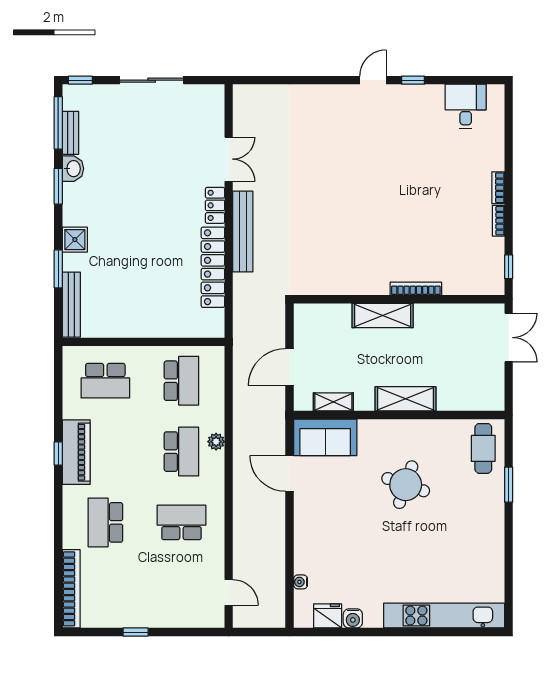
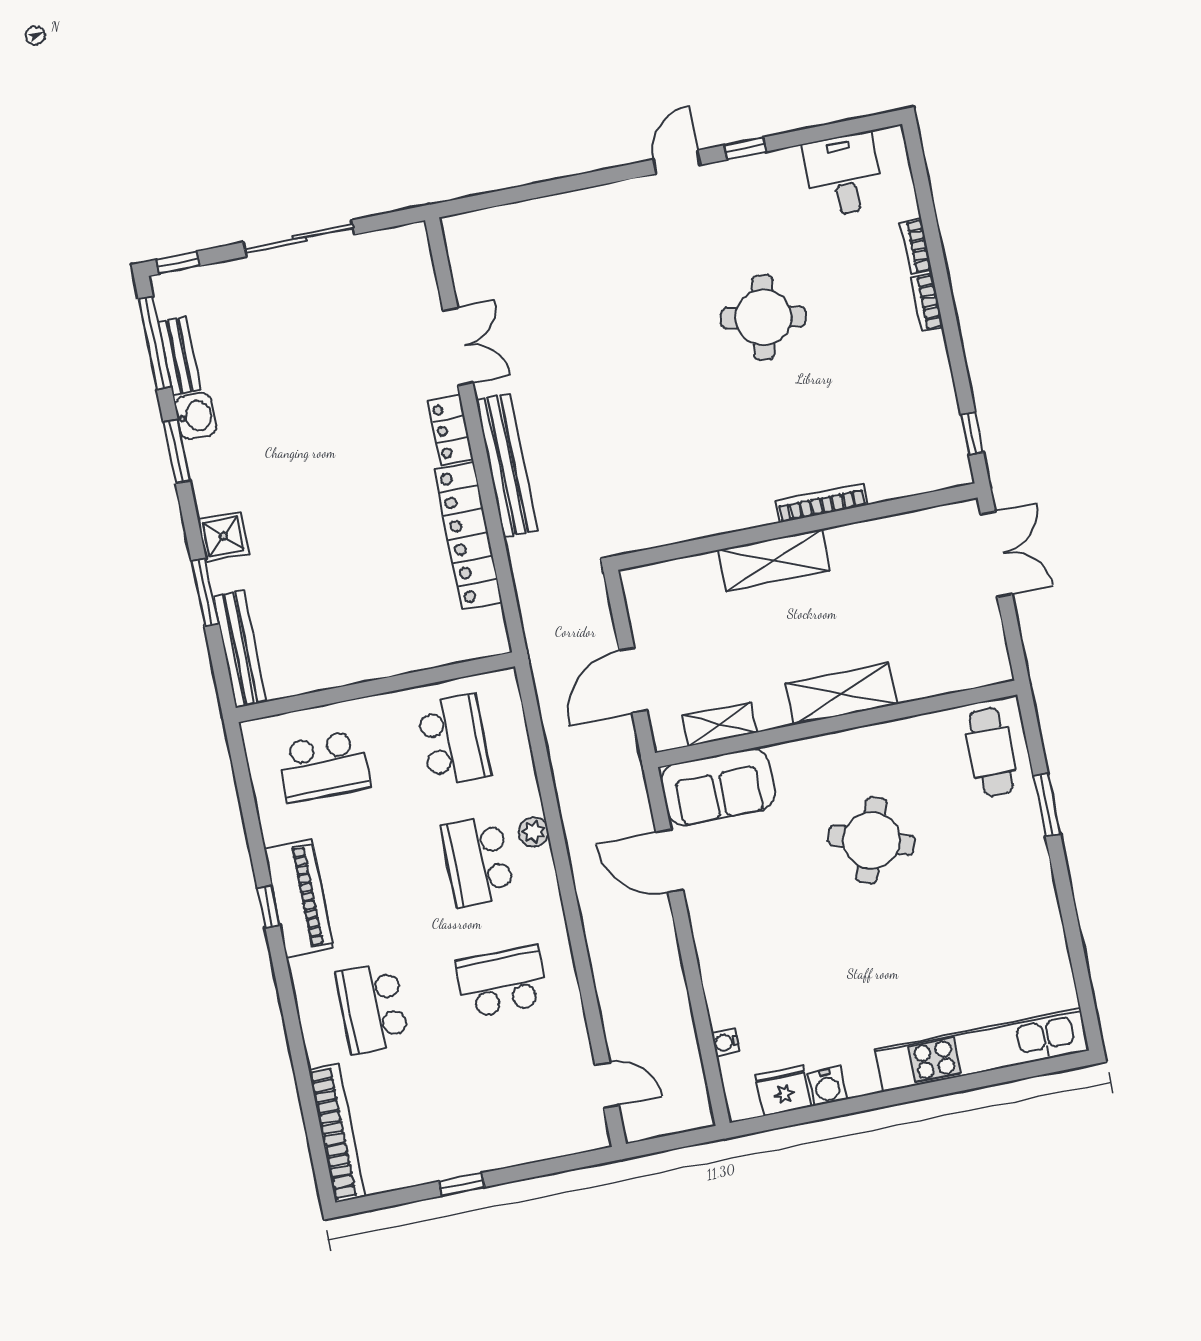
round table: (404, 177) -> (763, 317), added
bookcase: (498, 221) -> (916, 246), moved
school desk: (181, 452) -> (478, 861), turned 180

